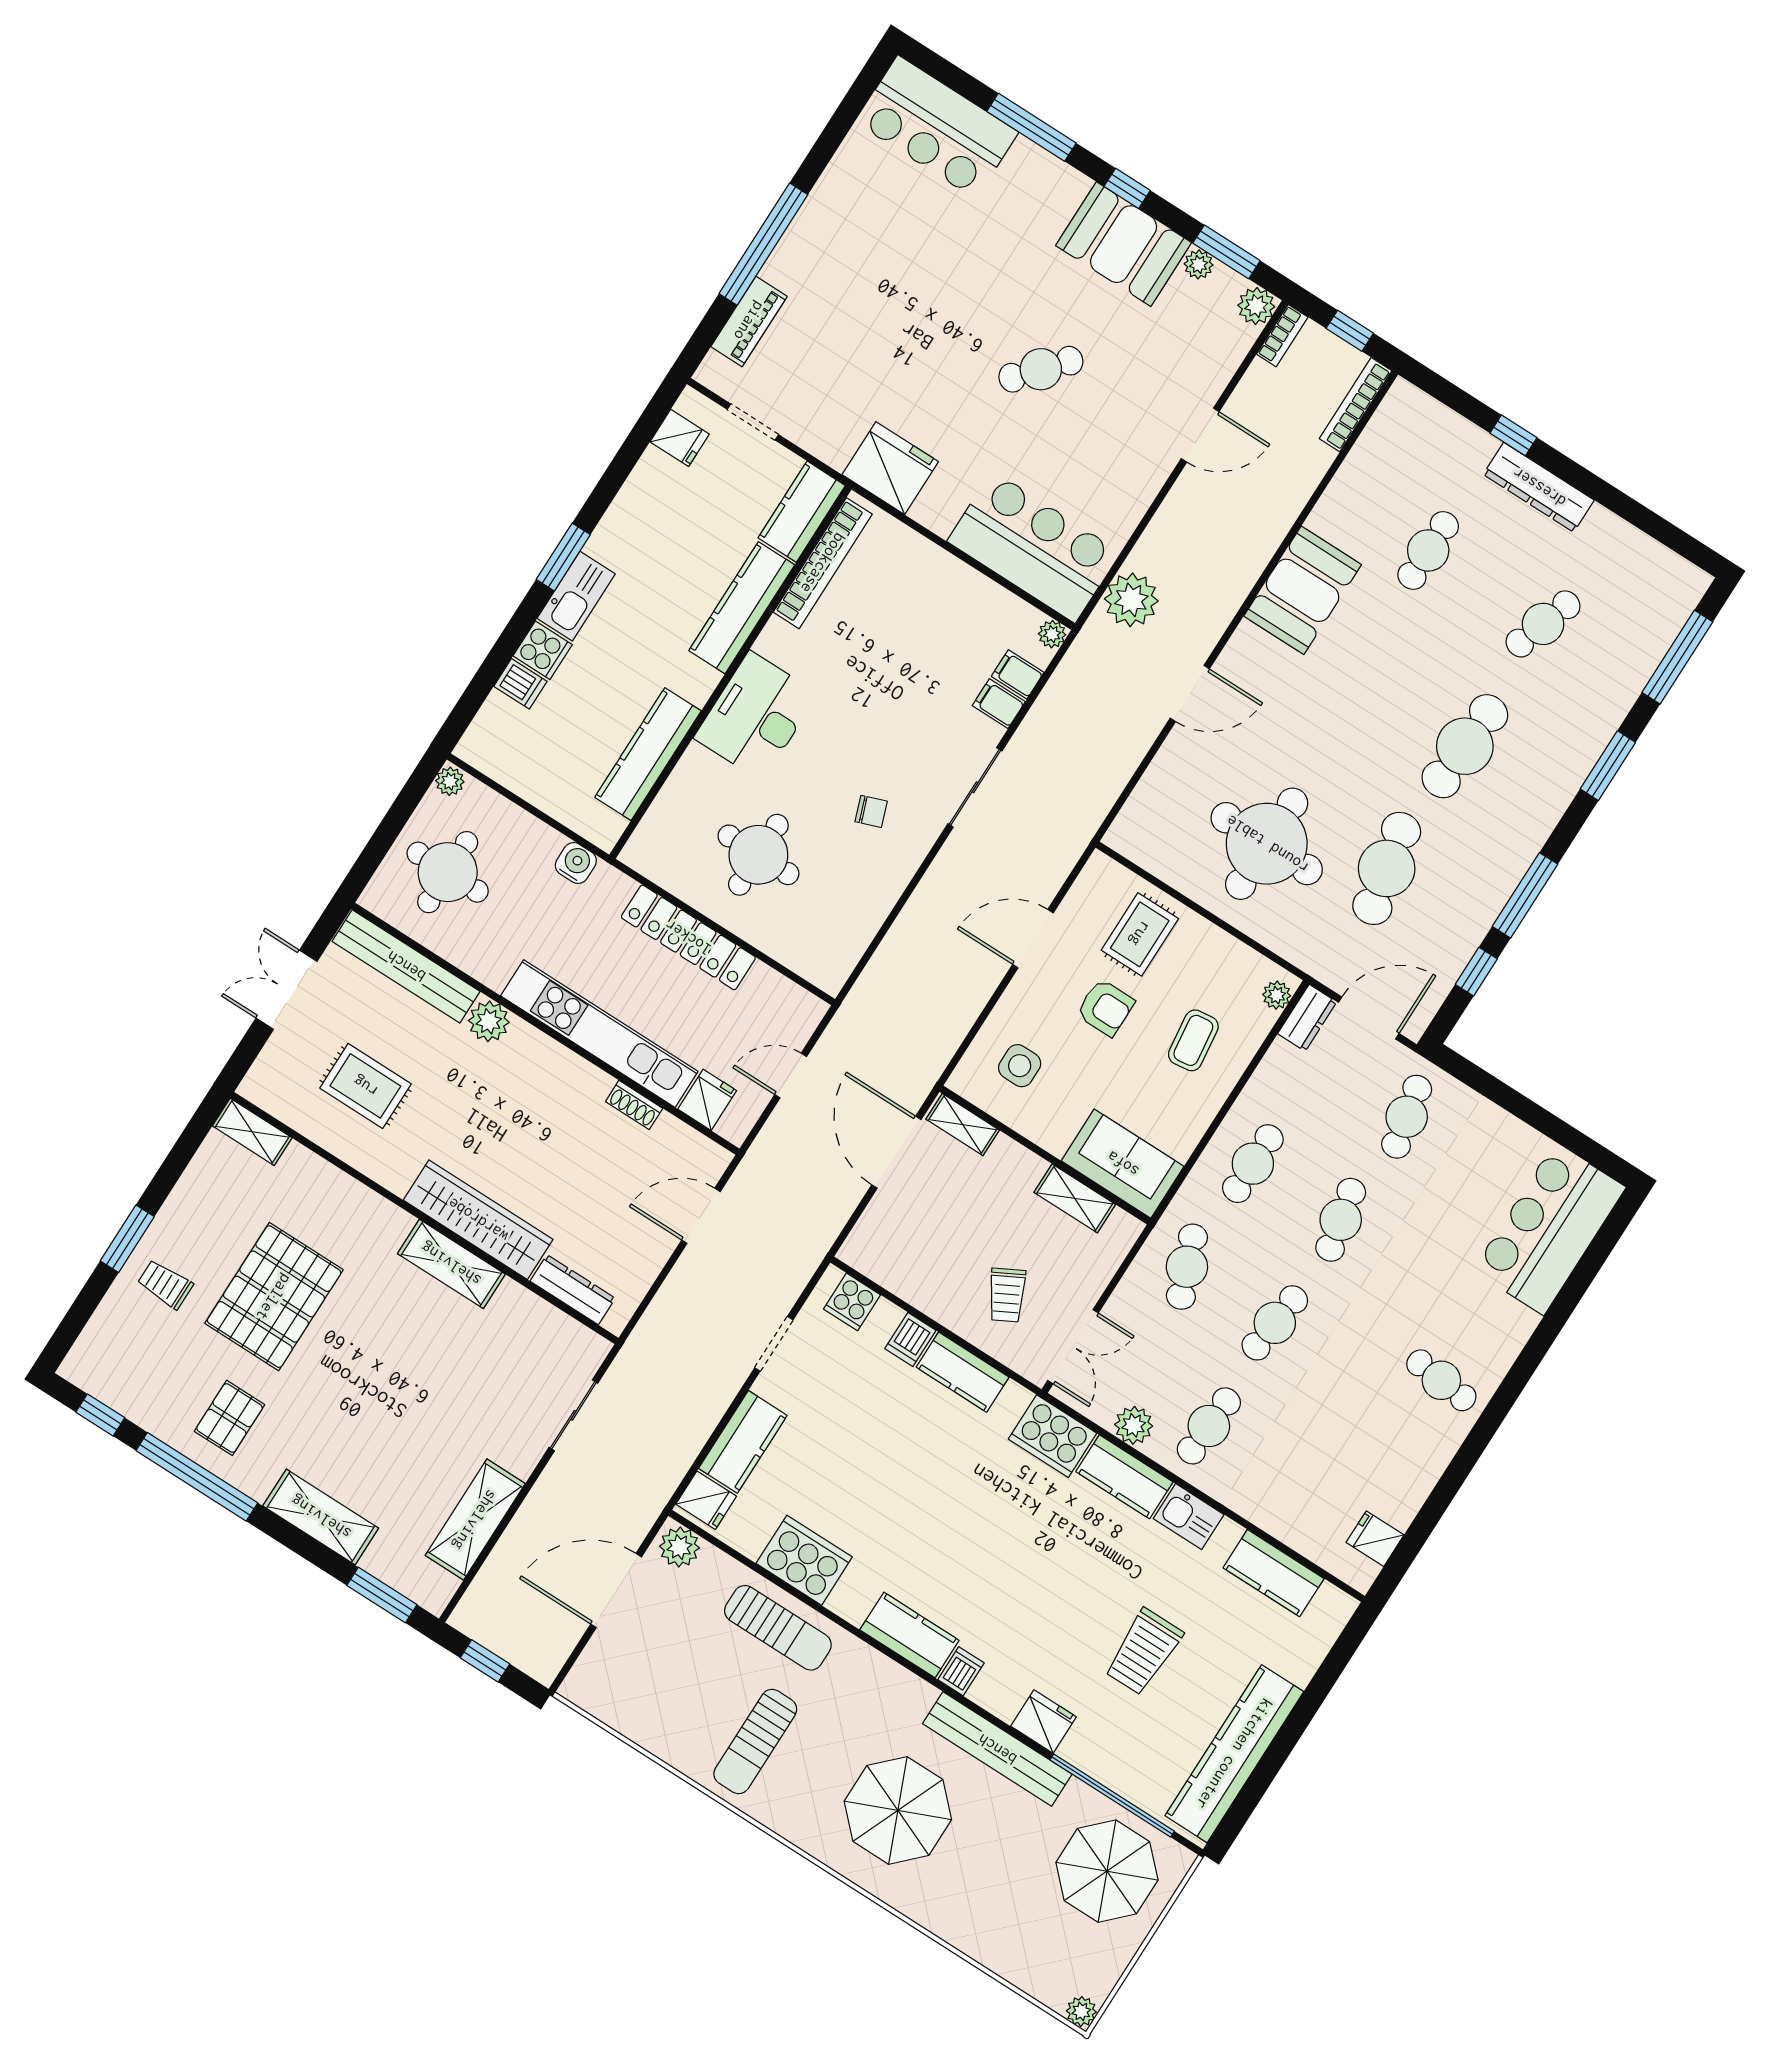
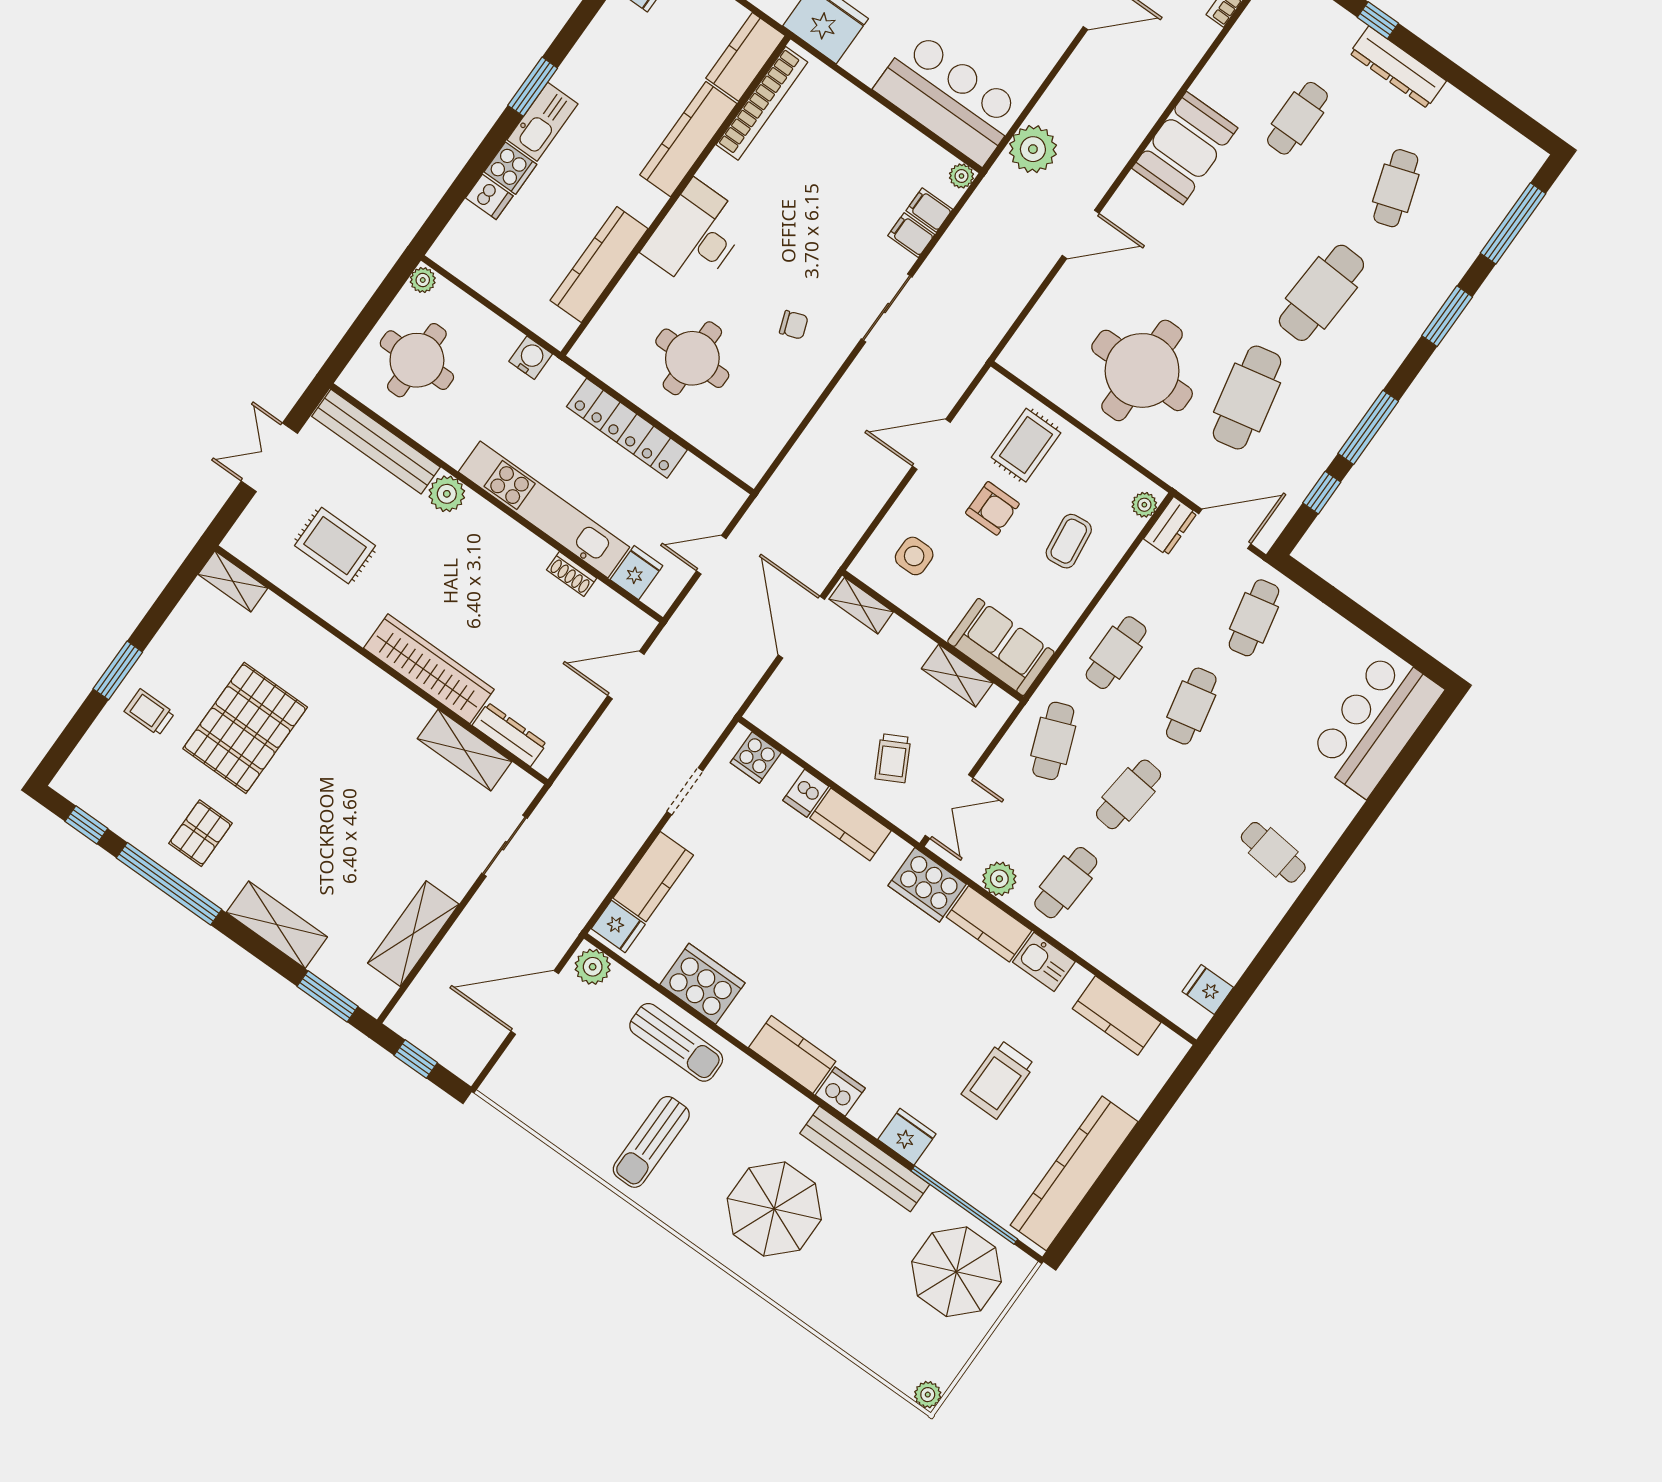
cafe table: (1543, 624) -> (1396, 188), turned -36
shelving: (451, 1264) -> (464, 750), moved
dishwasher: (961, 1671) -> (840, 1092), width x1.38

